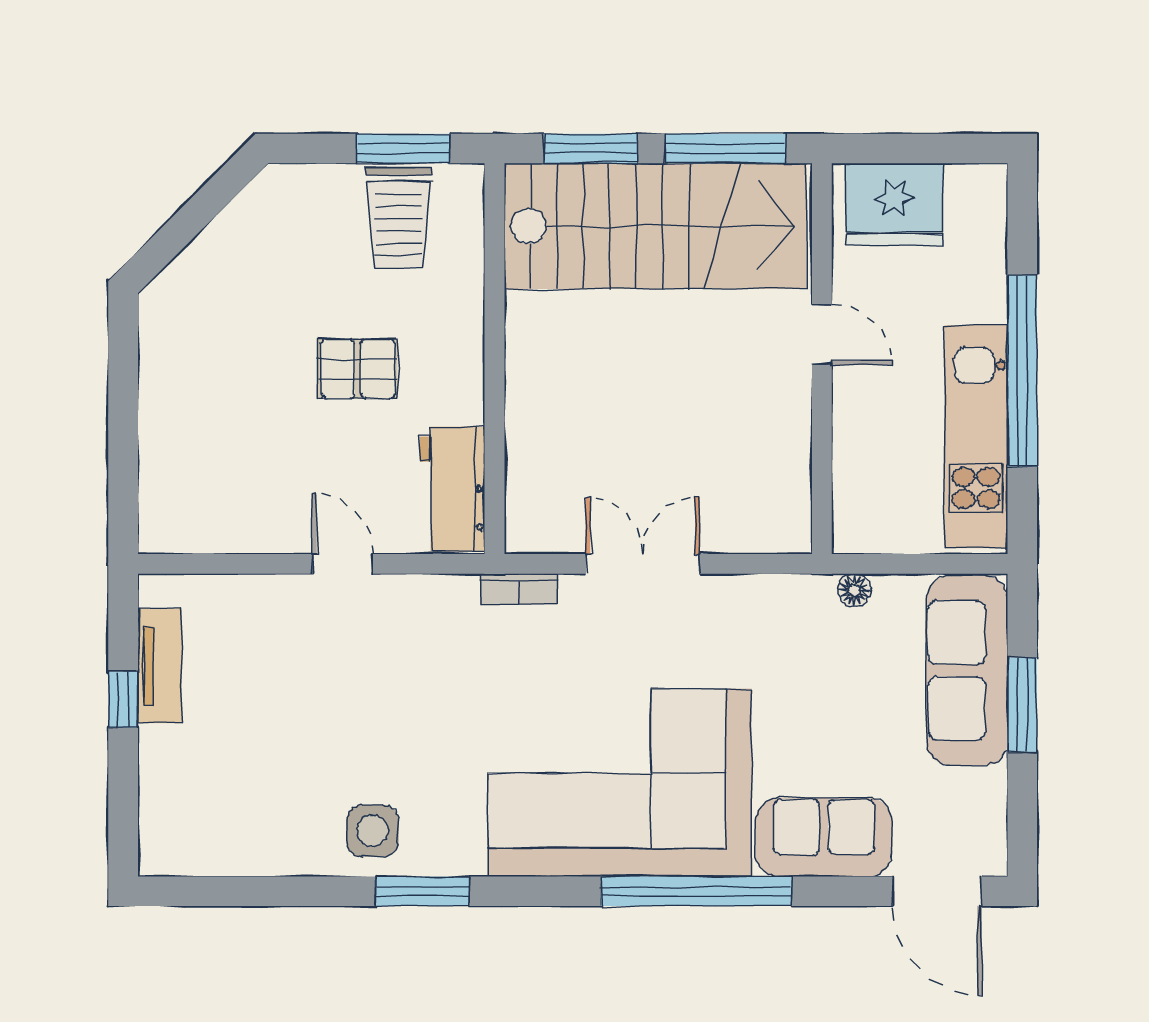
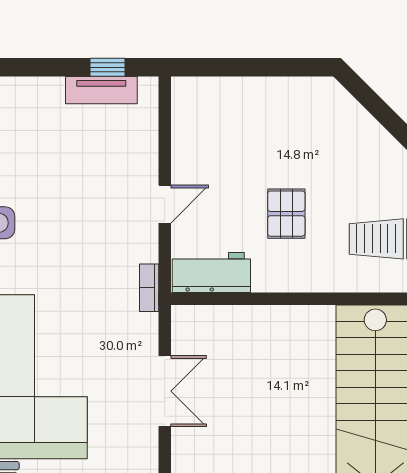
bookcase: (519, 589) -> (149, 288), moved
window: (123, 700) -> (107, 67), moved

